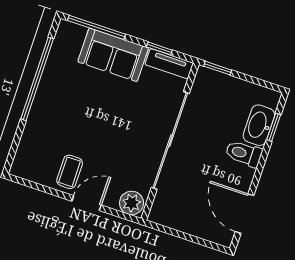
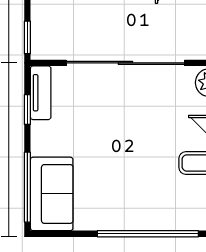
sofa: (113, 55) -> (52, 194), moved
window: (37, 79) -> (148, 234), moved

